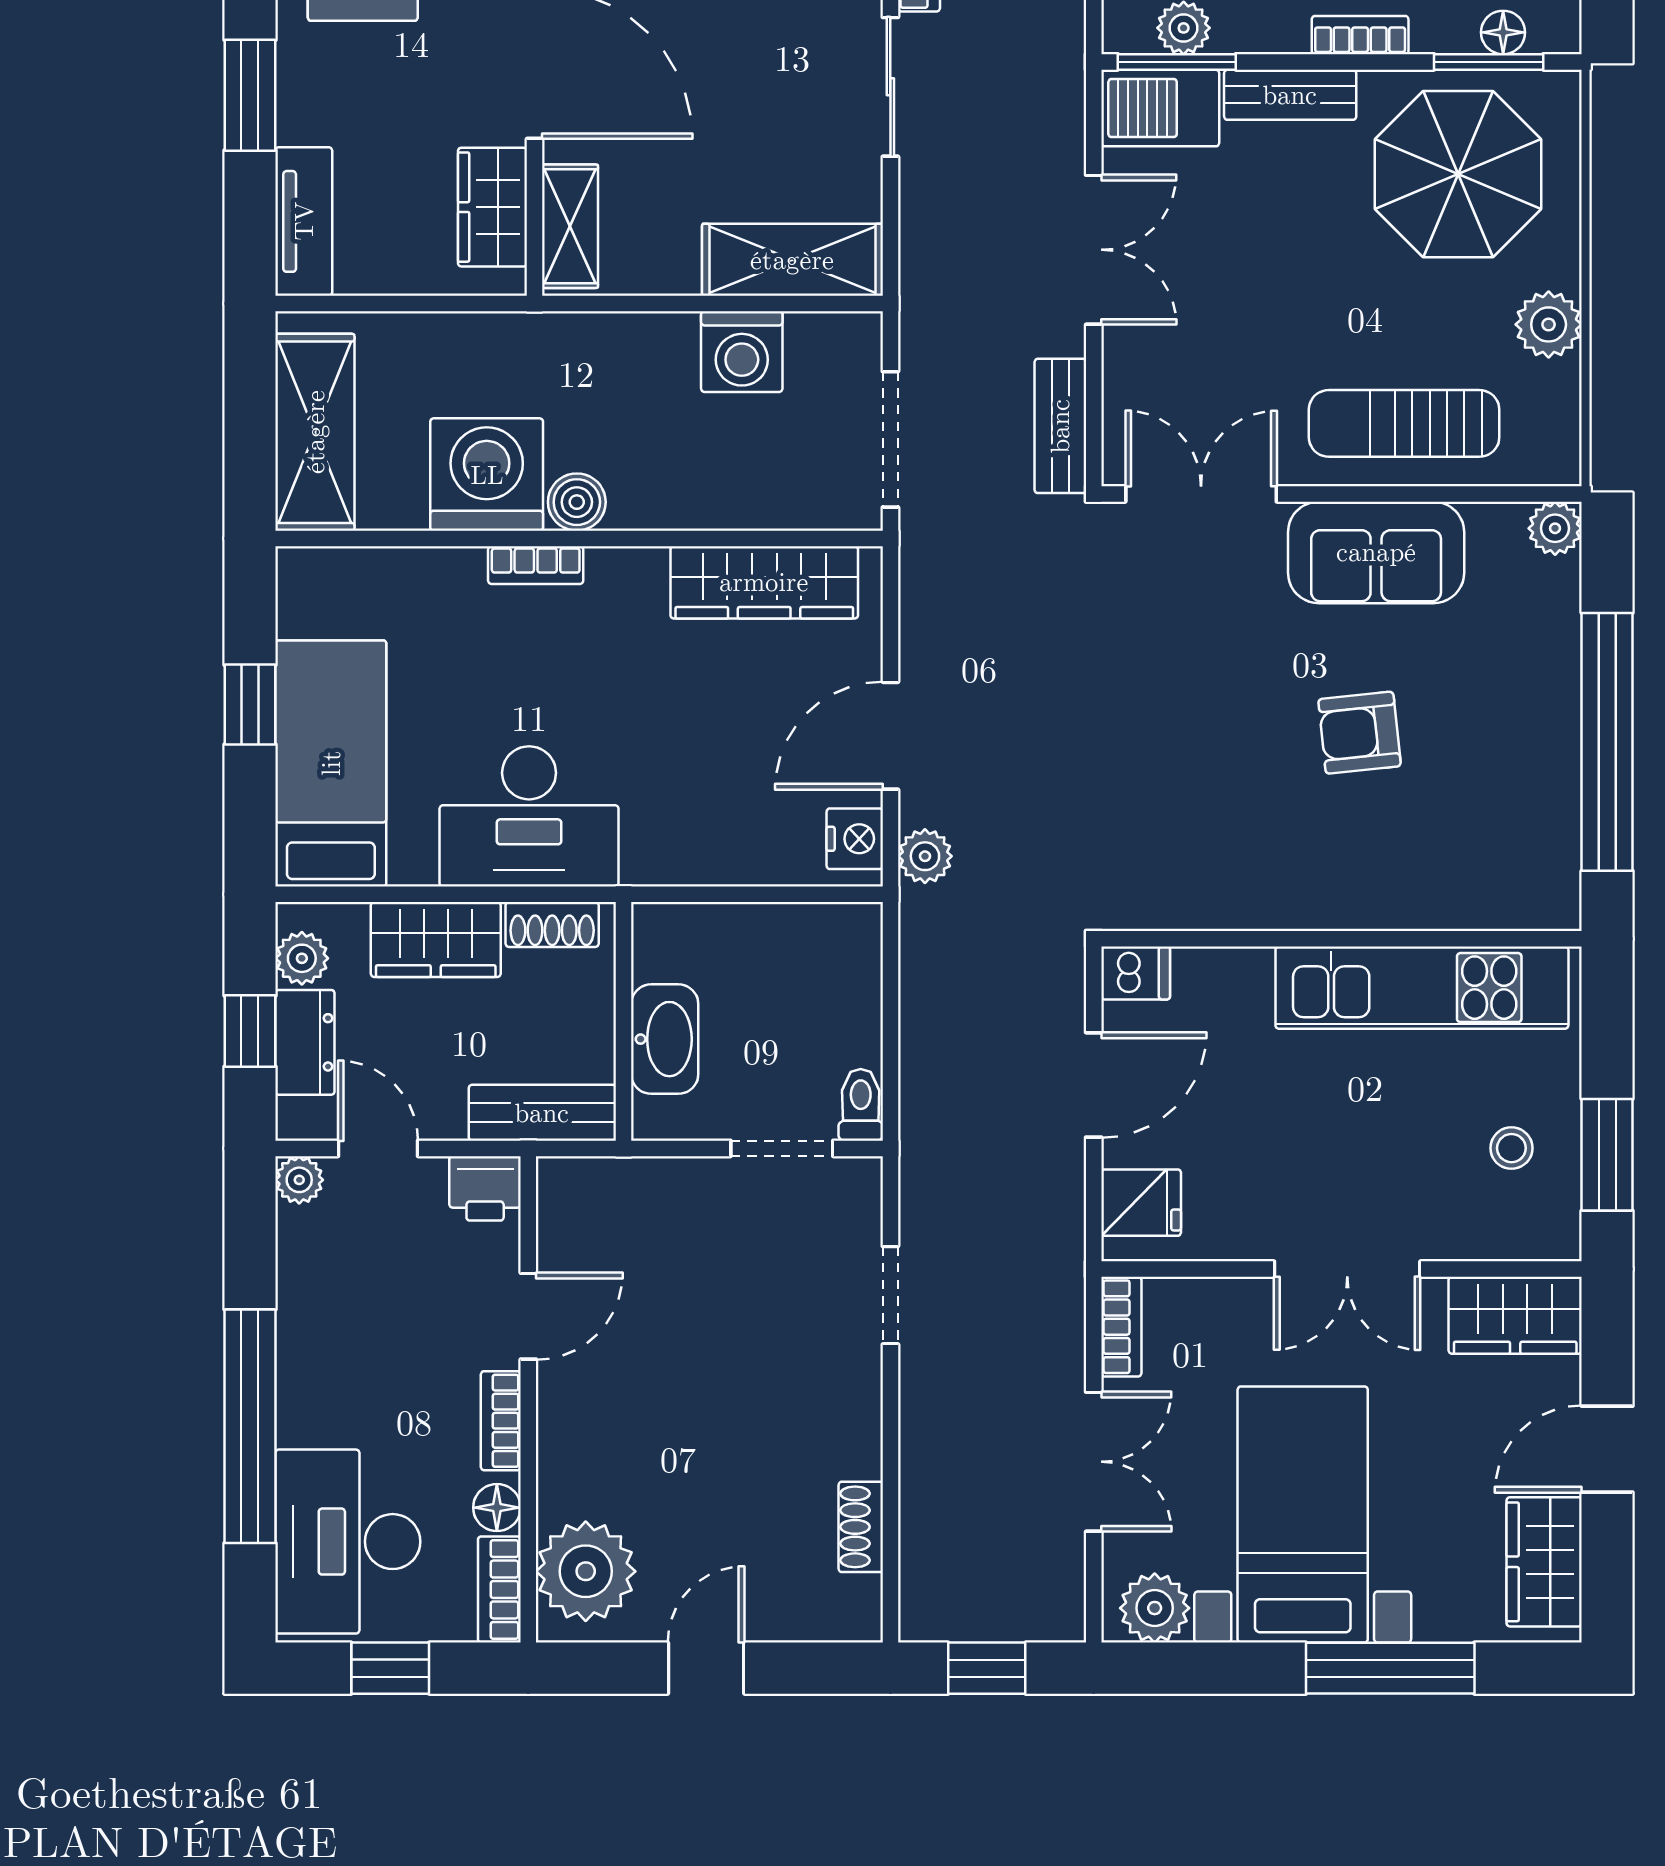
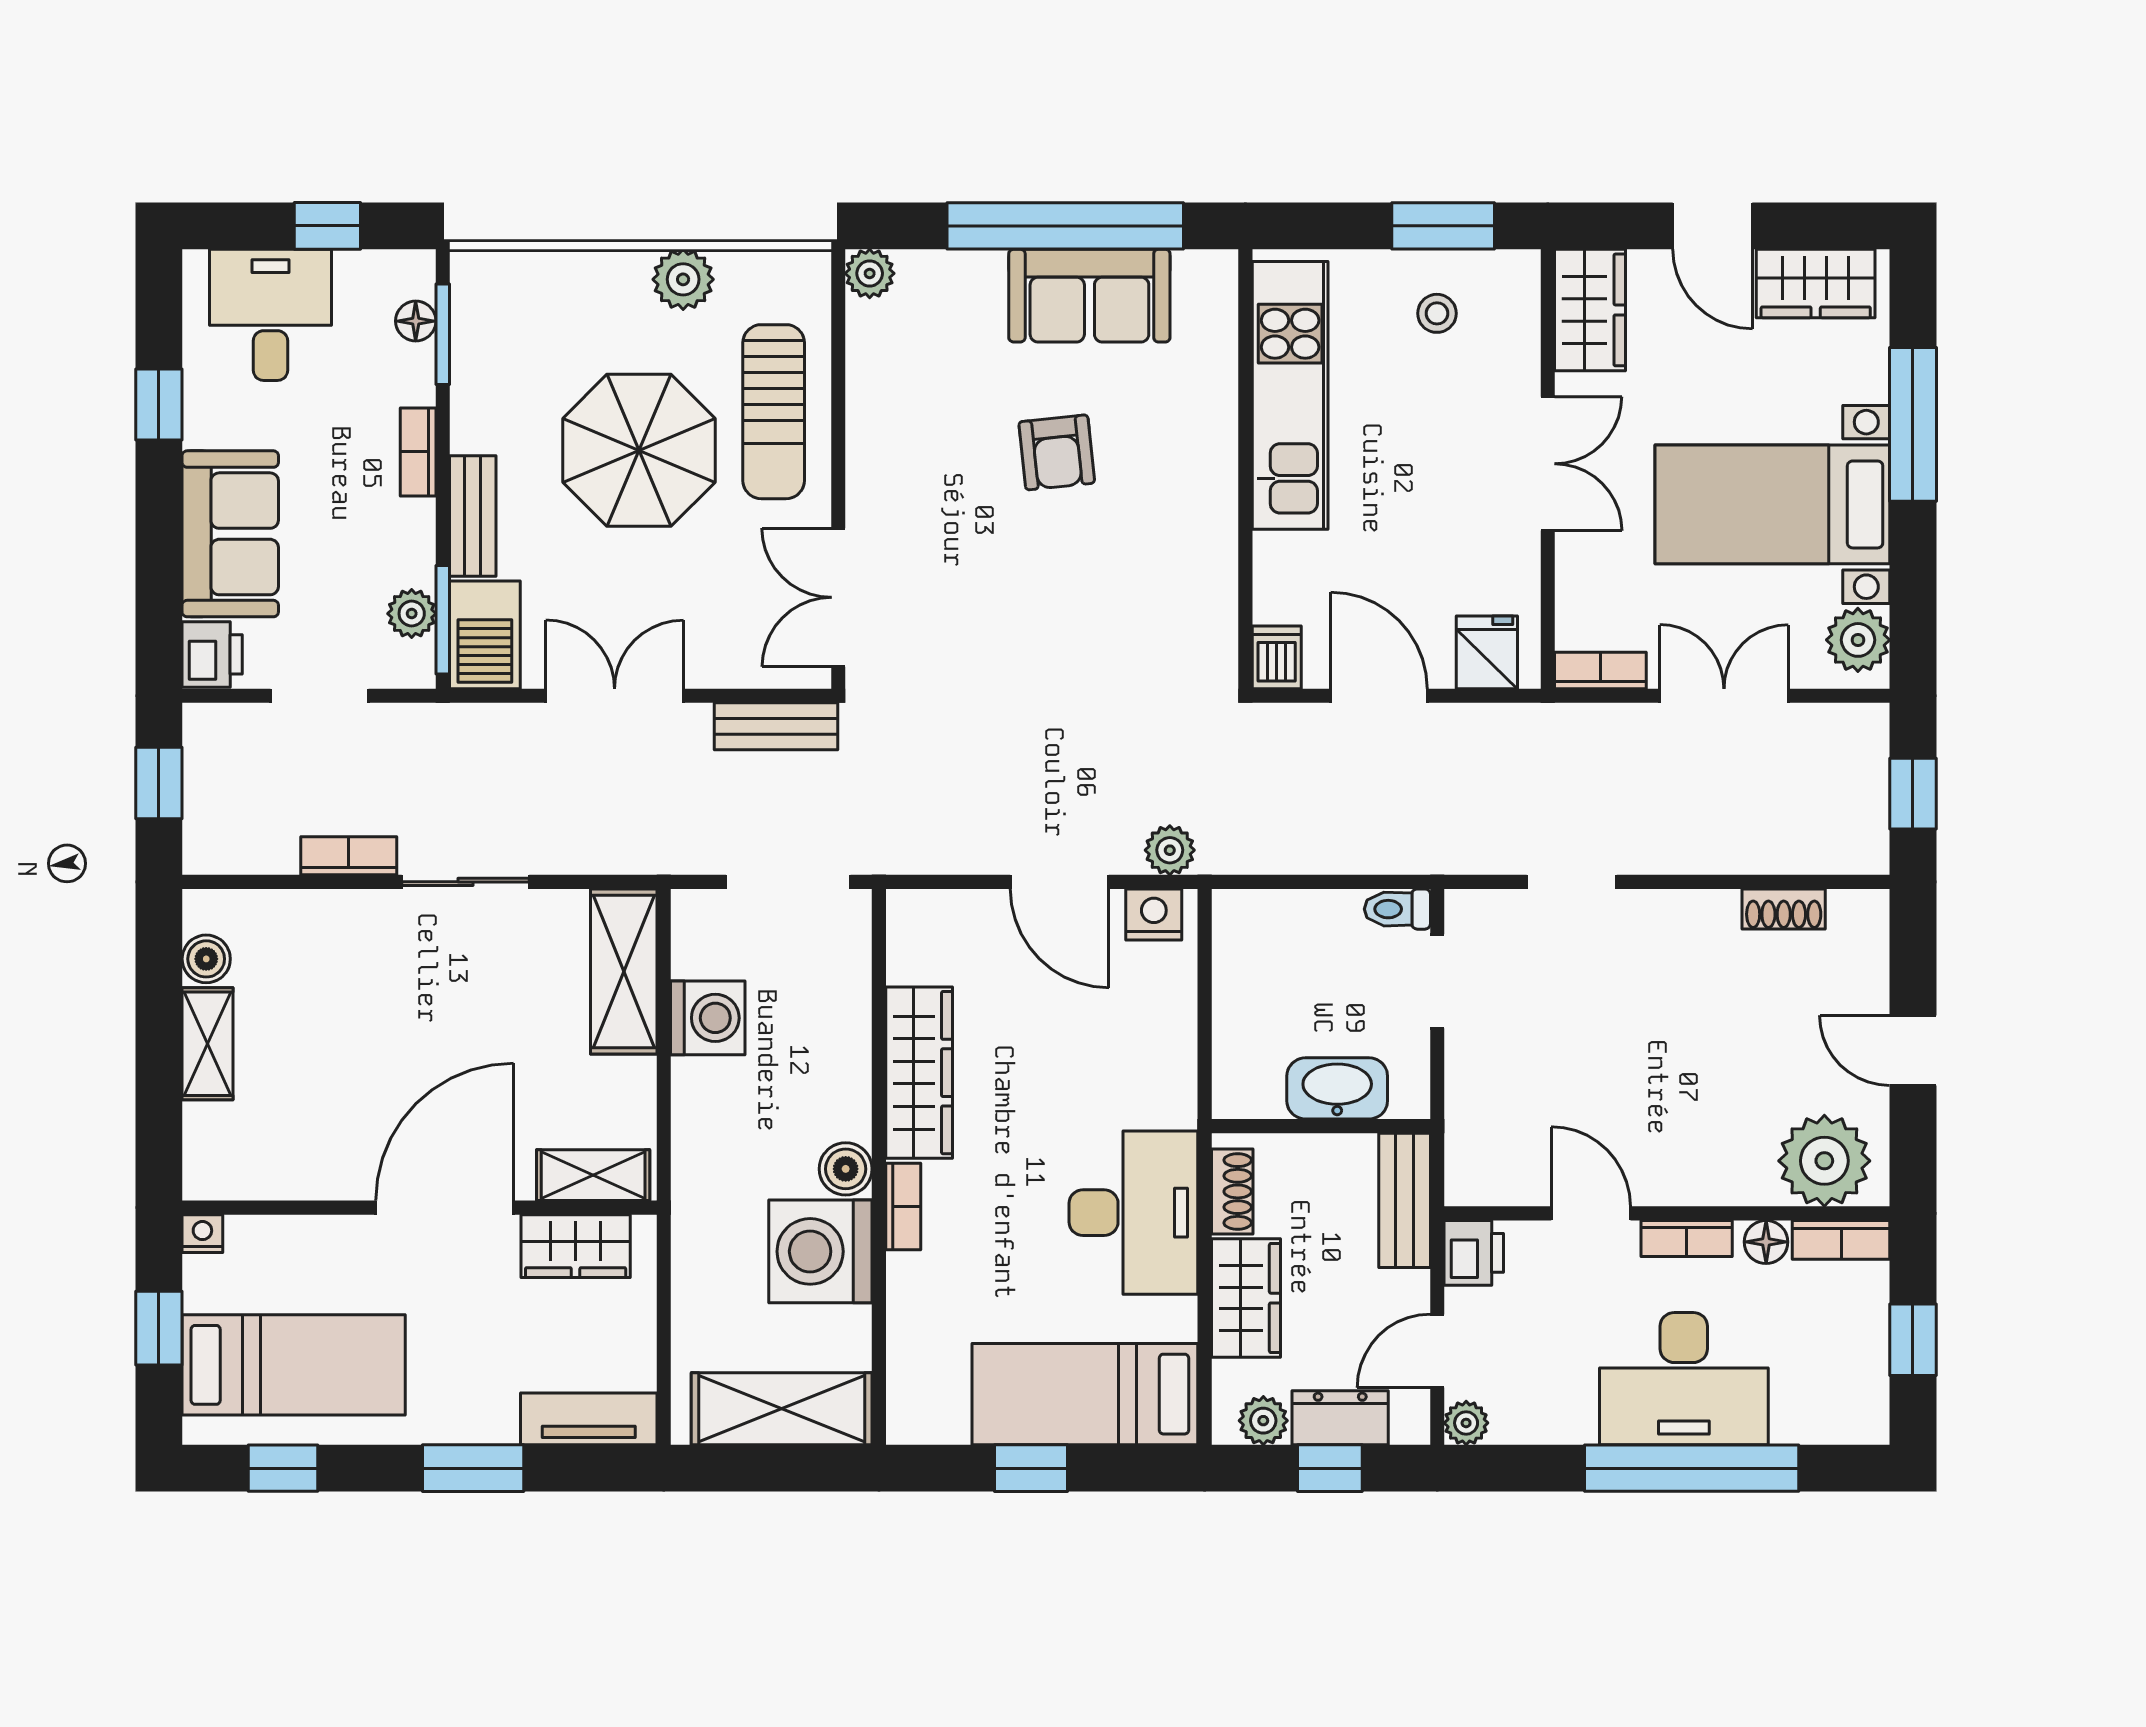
parasol: (1458, 174) -> (639, 450), moved
sofa: (1376, 552) -> (1089, 296), moved, turned 90
wardrobe: (764, 582) -> (919, 1073), moved
desk: (348, 1542) -> (1684, 1379), moved

